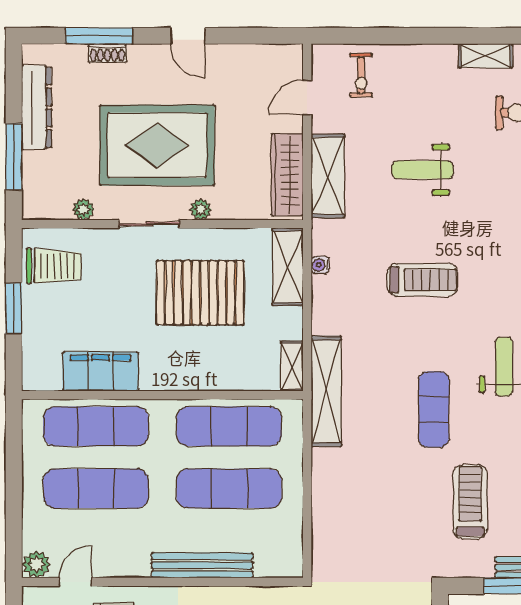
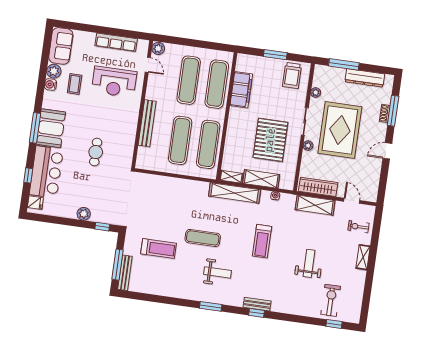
shelving: (486, 56) -> (363, 257), moved
weight bench: (423, 170) -> (309, 263), moved
shelving: (288, 267) -> (261, 179), moved
shelving: (326, 391) -> (235, 193), moved

